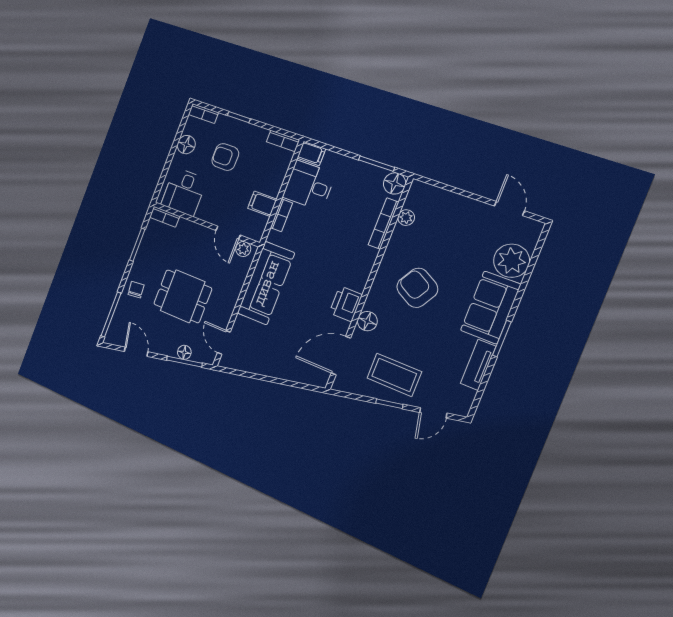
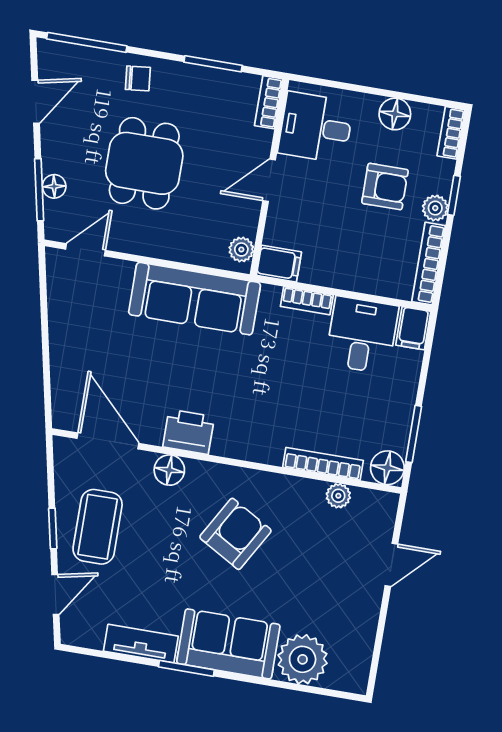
plant: (244, 129) -> (435, 208), added
bookcase: (283, 141) -> (429, 264), width x1.56
armchair: (225, 157) -> (385, 187), turned 90
filing cabinet: (262, 204) -> (279, 264), moved, turned 90
door: (509, 208) -> (391, 565), moved
door: (228, 233) -> (269, 180), moved
door: (433, 413) -> (55, 595), swing flipped

